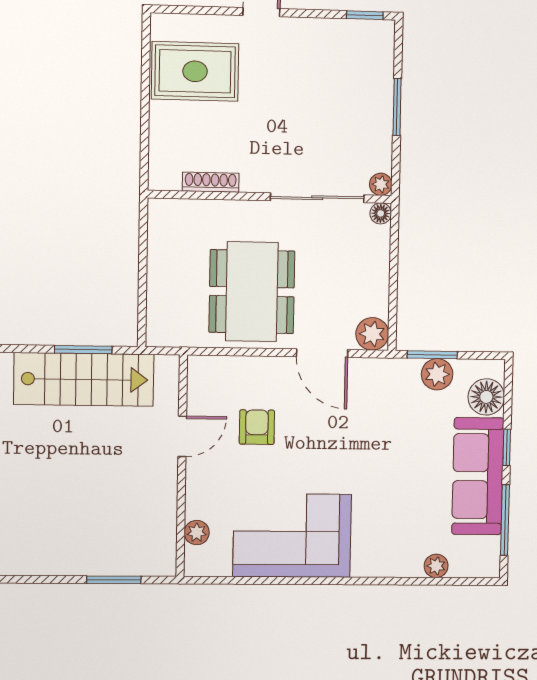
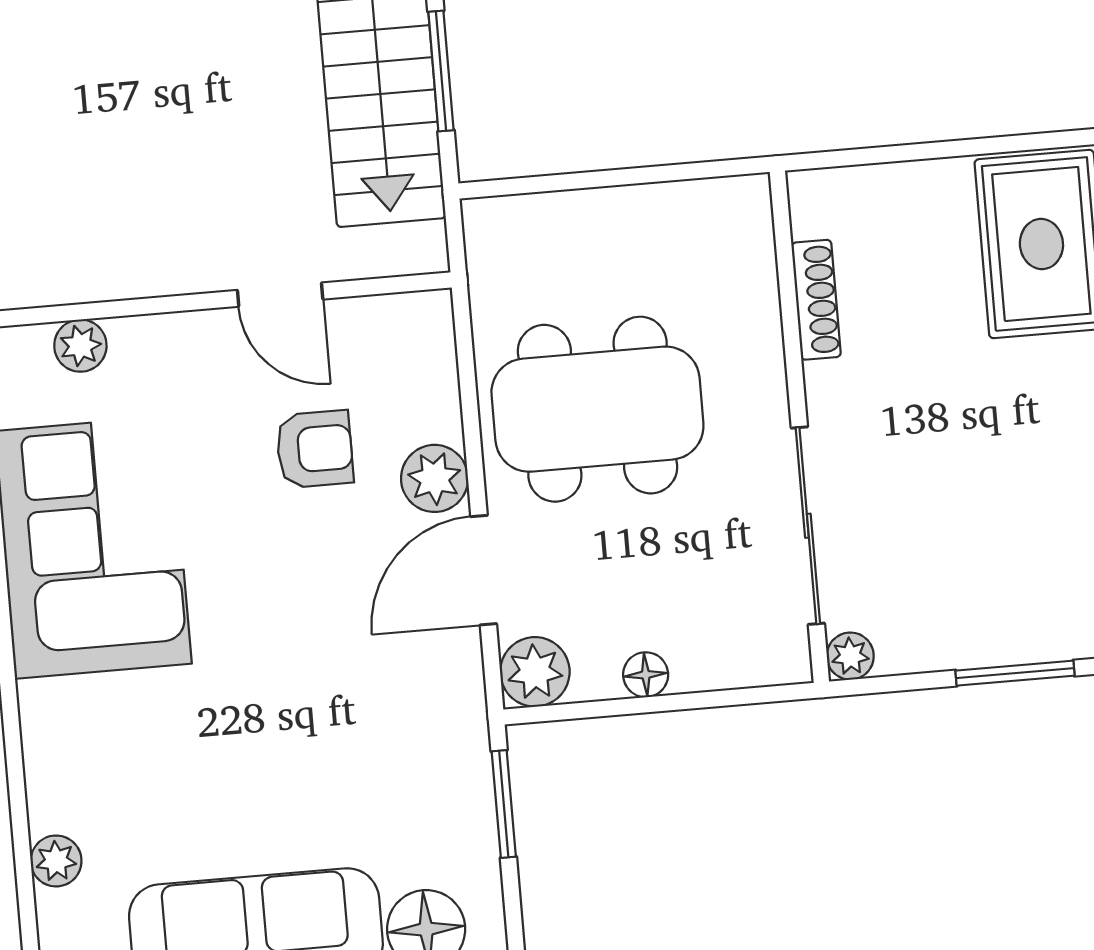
floor lamp: (381, 213) -> (646, 675), moved
plant: (437, 374) -> (435, 478), moved

